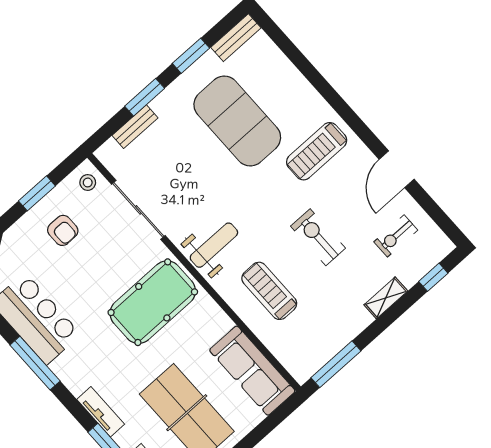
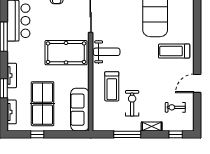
exercise bike: (318, 237) -> (132, 103), moved
treadmill: (269, 291) -> (112, 86), turned 180
window: (336, 364) -> (127, 134), moved

